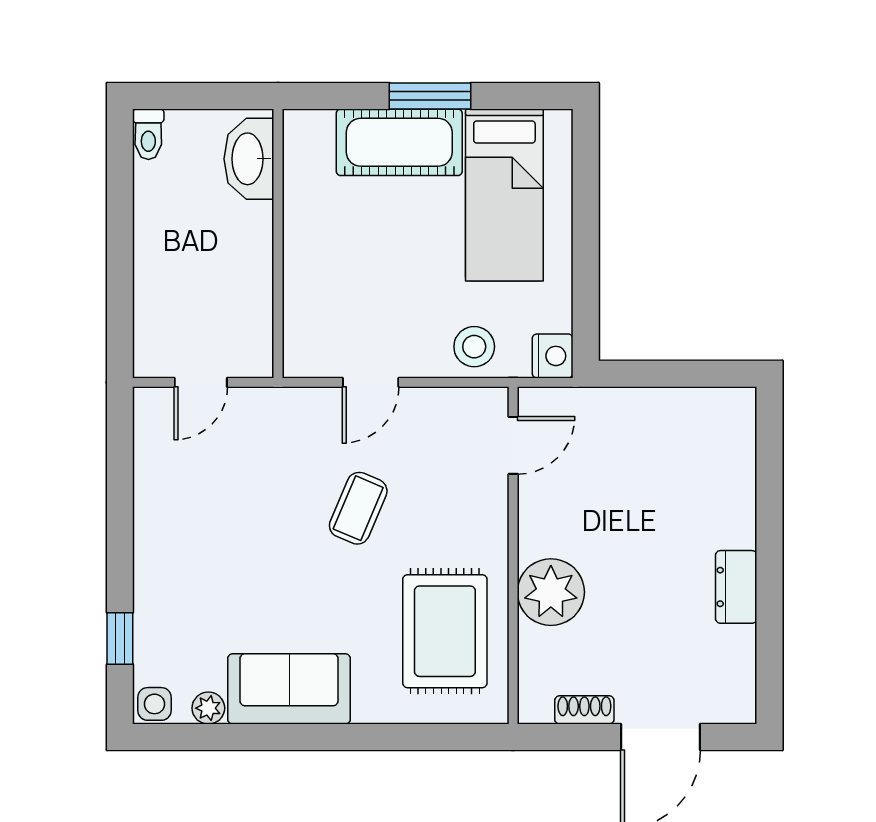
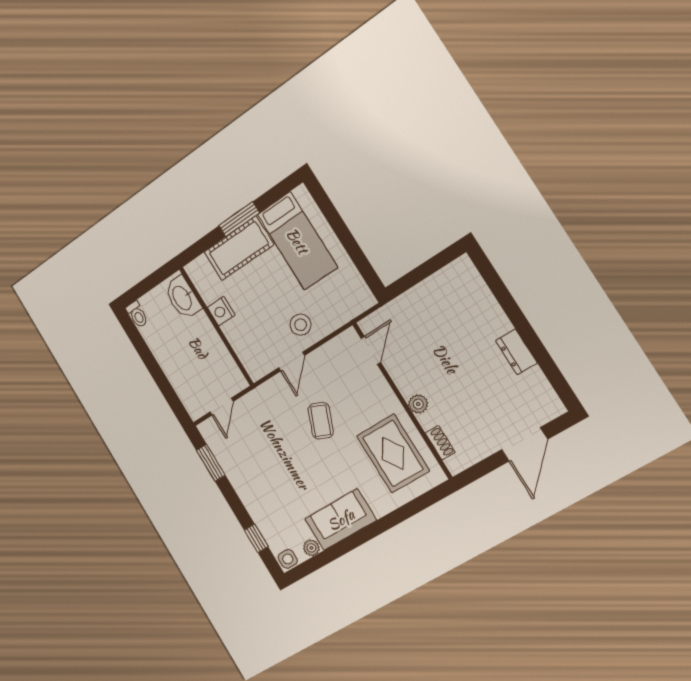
stool: (474, 347) -> (301, 325), moved
nightstand: (553, 356) -> (221, 311), moved, turned 180
window: (120, 465) -> (211, 463), added
plant: (551, 592) -> (418, 404), width x0.53, depth x0.53
shoe rack: (584, 710) -> (440, 443), moved, turned 90

